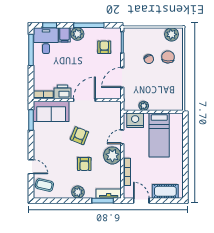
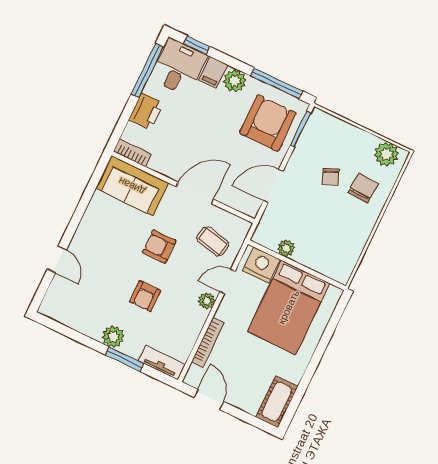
window: (89, 25) -> (276, 83), moved
armchair: (104, 47) -> (268, 123), width x1.88, depth x1.88
printer: (63, 92) -> (146, 112), moved, turned 90
window: (31, 120) -> (93, 184), removed
bed: (159, 135) -> (289, 307), width x1.50
armchair: (79, 136) -> (159, 247), turned -112
plant: (112, 155) -> (207, 301), width x0.53, depth x0.53
coffee table: (44, 185) -> (213, 241), moved
cot: (165, 191) -> (277, 402), moved, turned 90
window: (103, 201) -> (125, 359), moved

